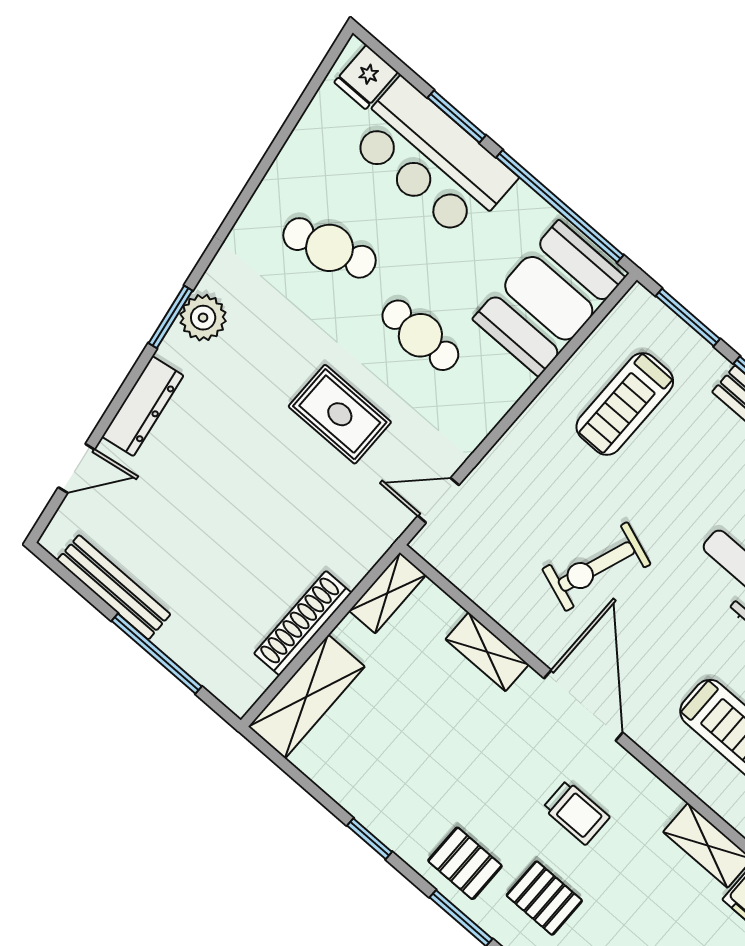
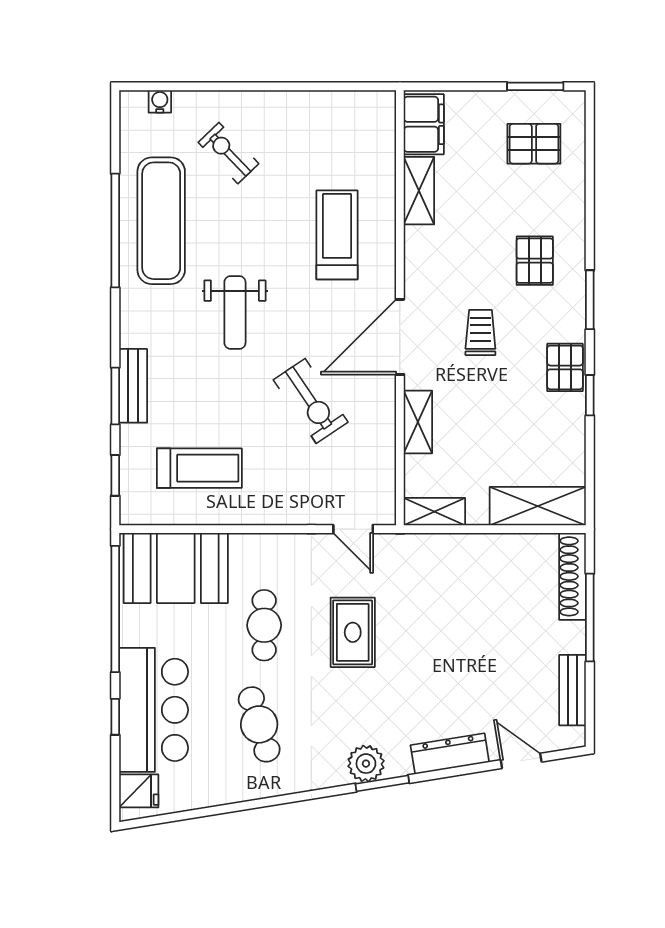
window: (457, 116) -> (115, 717), width x0.67
window: (688, 317) -> (115, 475), width x0.67
exercise bike: (596, 567) -> (311, 401), turned 36
bench: (114, 587) -> (573, 690), width x0.73
shoe rack: (303, 623) -> (573, 576), moved, turned 90
trolley: (576, 813) -> (480, 332), moved
pallet: (465, 863) -> (565, 367), moved

